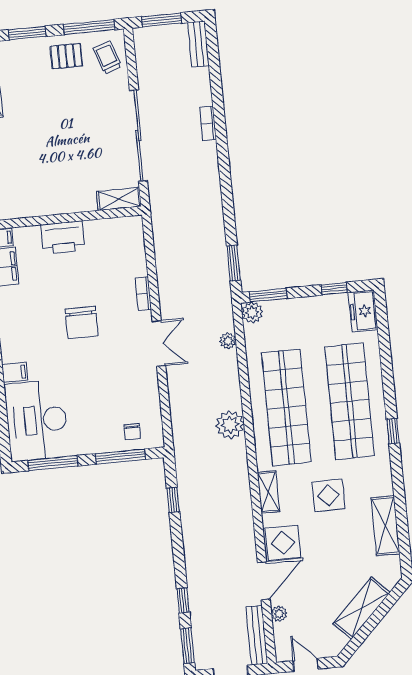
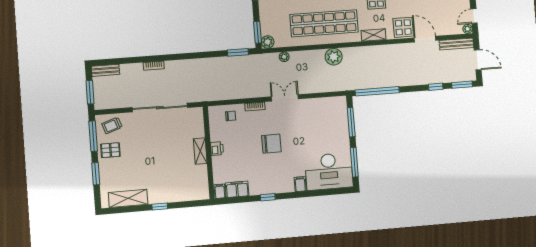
pallet: (66, 56) -> (110, 150), turned 90
shelving: (119, 199) -> (200, 151), moved
printer: (63, 237) -> (217, 149), width x0.53, depth x0.68
chair: (132, 432) -> (231, 116), moved
window: (173, 500) -> (377, 91), width x3.17
plant: (279, 614) -> (468, 29), moved

